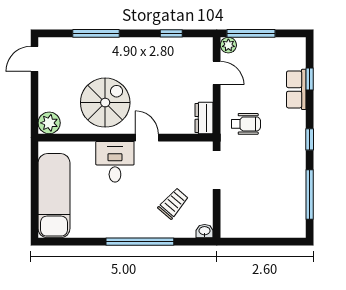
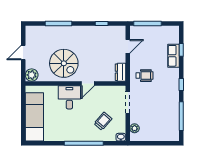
plant: (228, 45) -> (135, 128), moved
door: (34, 59) -> (23, 53), moved
door: (217, 73) -> (128, 46), hinge flipped
spiral stairs: (105, 103) -> (64, 63), turned 90
door: (147, 138) -> (88, 83), swing flipped

